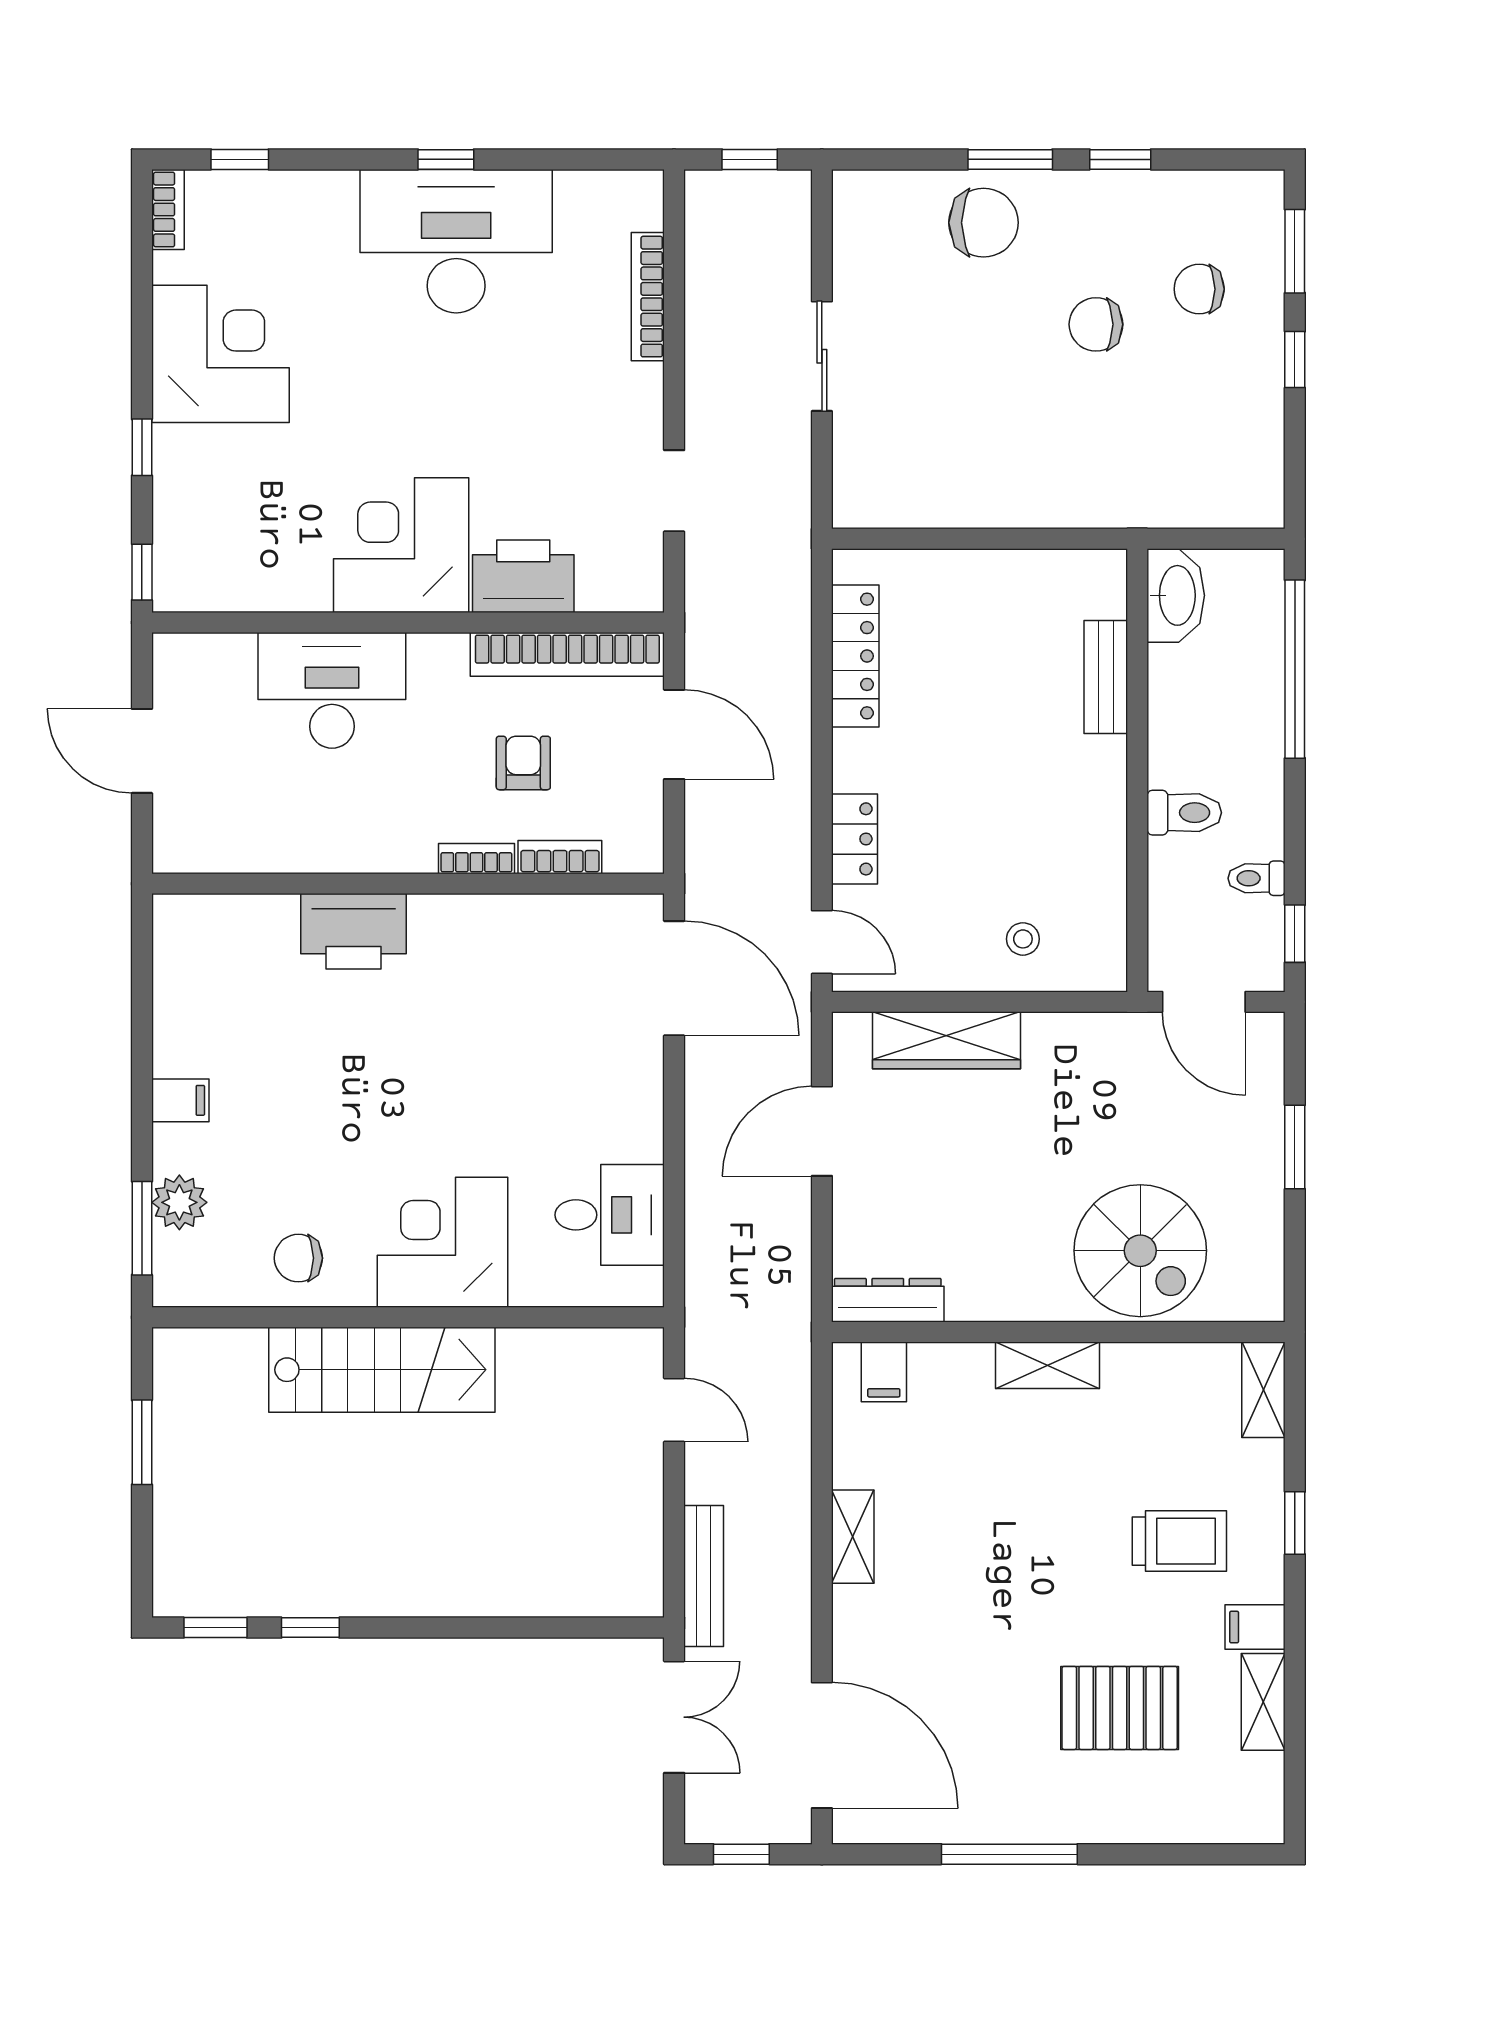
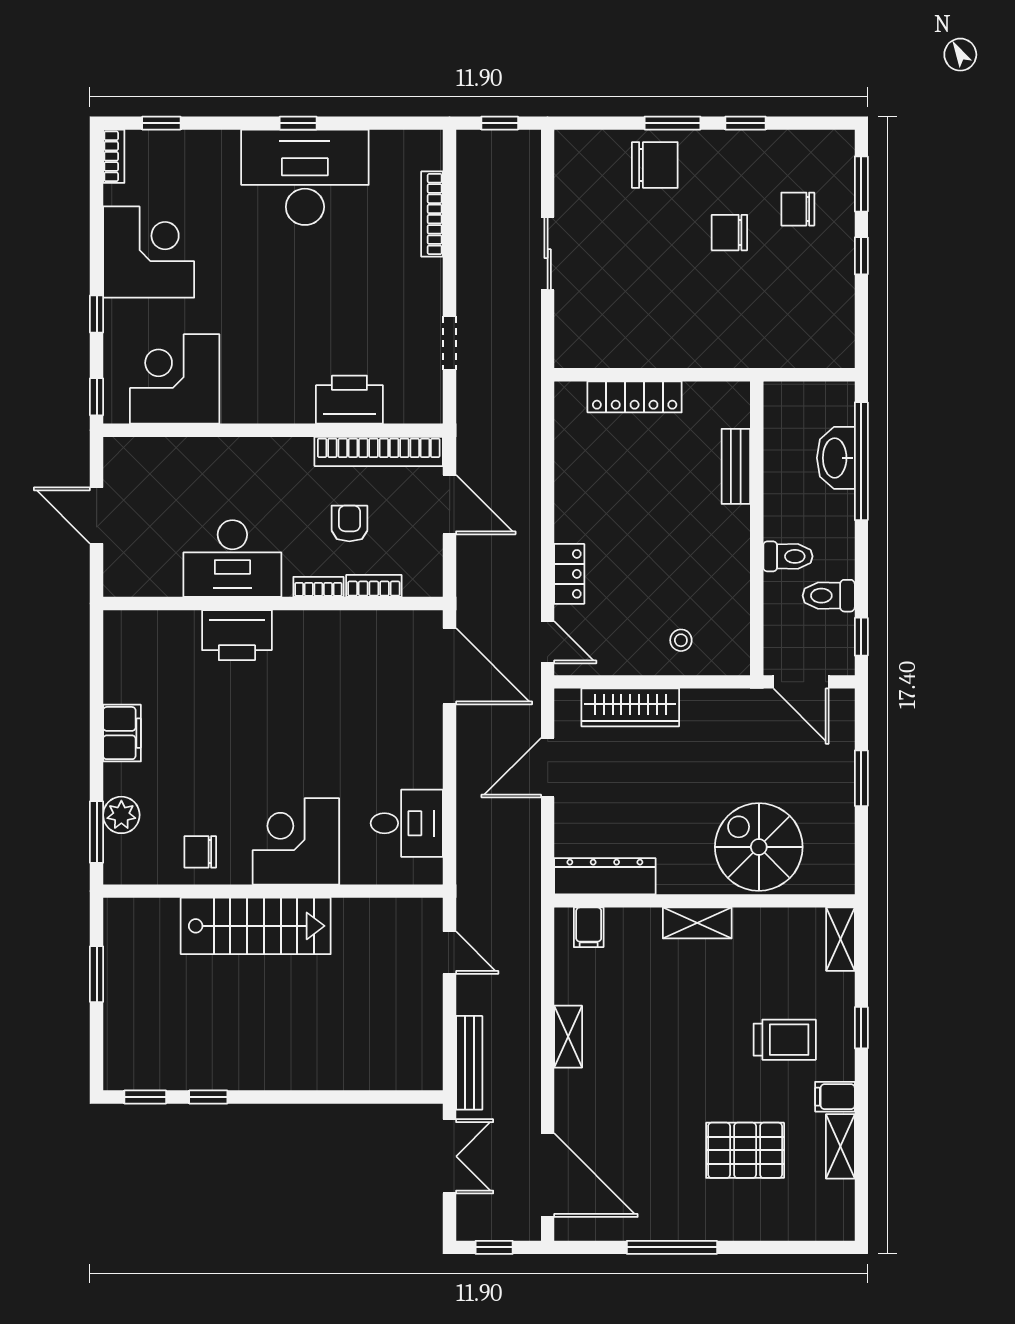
corner desk: (401, 545) -> (175, 379), moved
washbasin: (1176, 595) -> (836, 458), moved, turned 180
locker: (855, 656) -> (635, 397), moved, turned 90
desk: (332, 690) -> (232, 559), moved, turned 180
toilet: (1257, 878) -> (829, 596), width x1.37, depth x1.39
filing cabinet: (180, 1100) -> (122, 733), width x2.00
spiral stairs: (1140, 1251) -> (759, 847), turned 180
dresser: (888, 1300) -> (605, 876), width x1.37, depth x1.24

